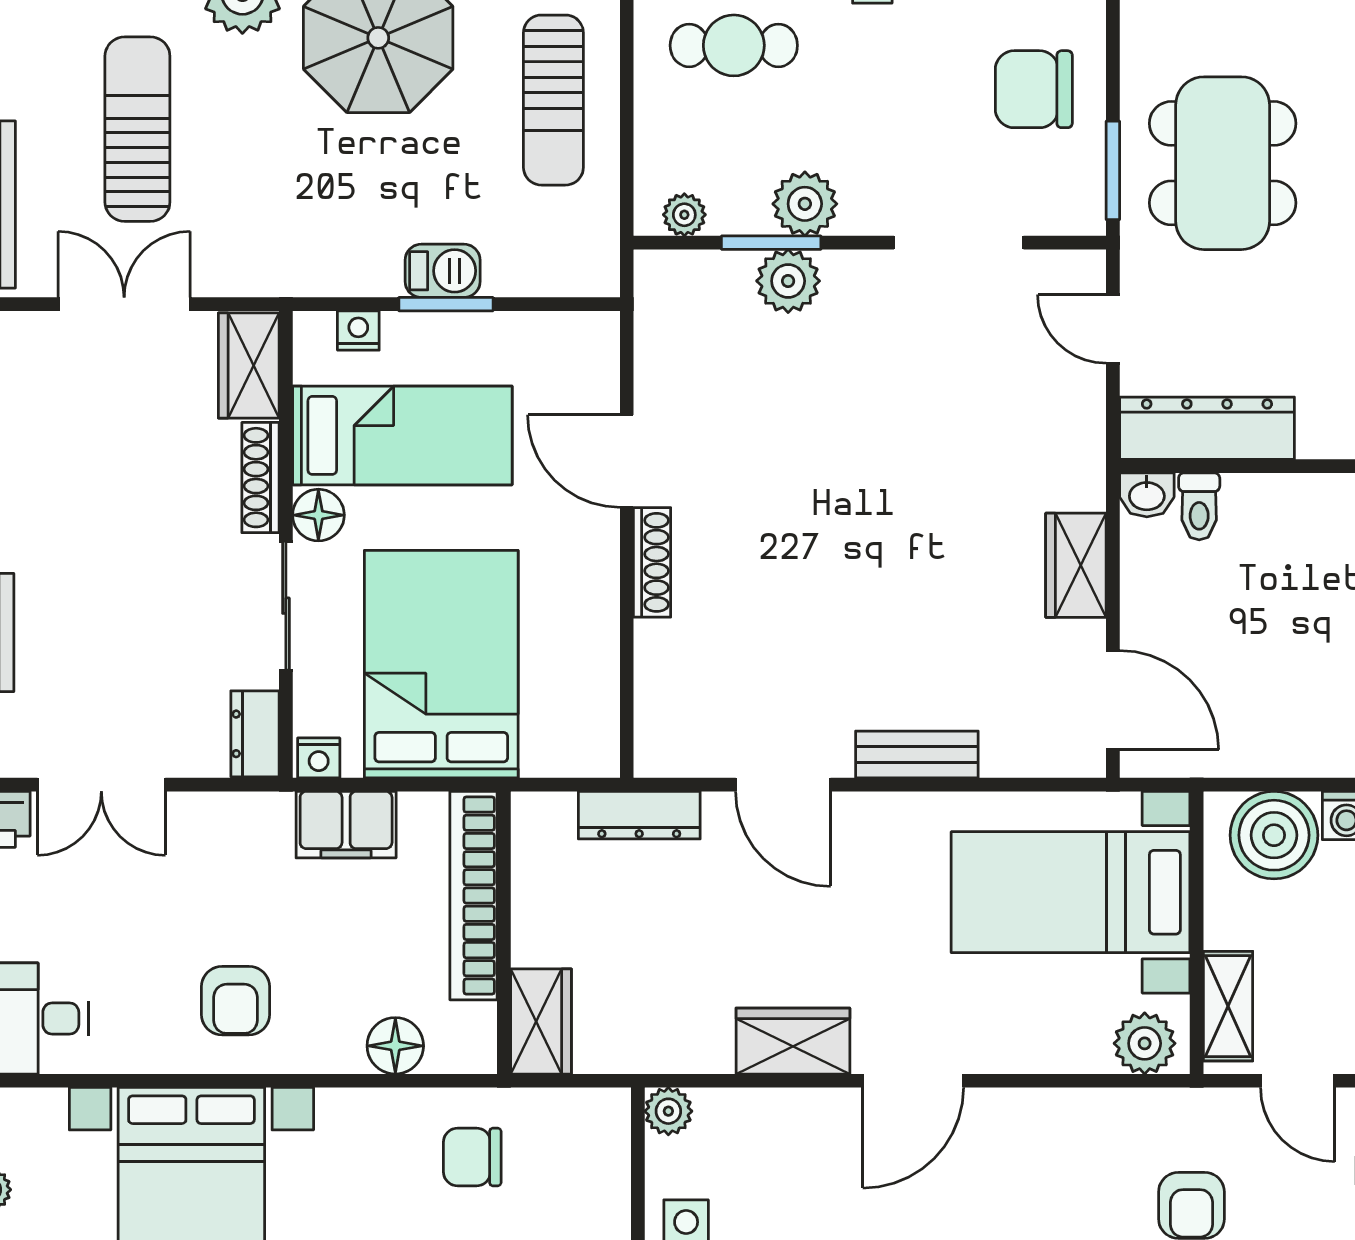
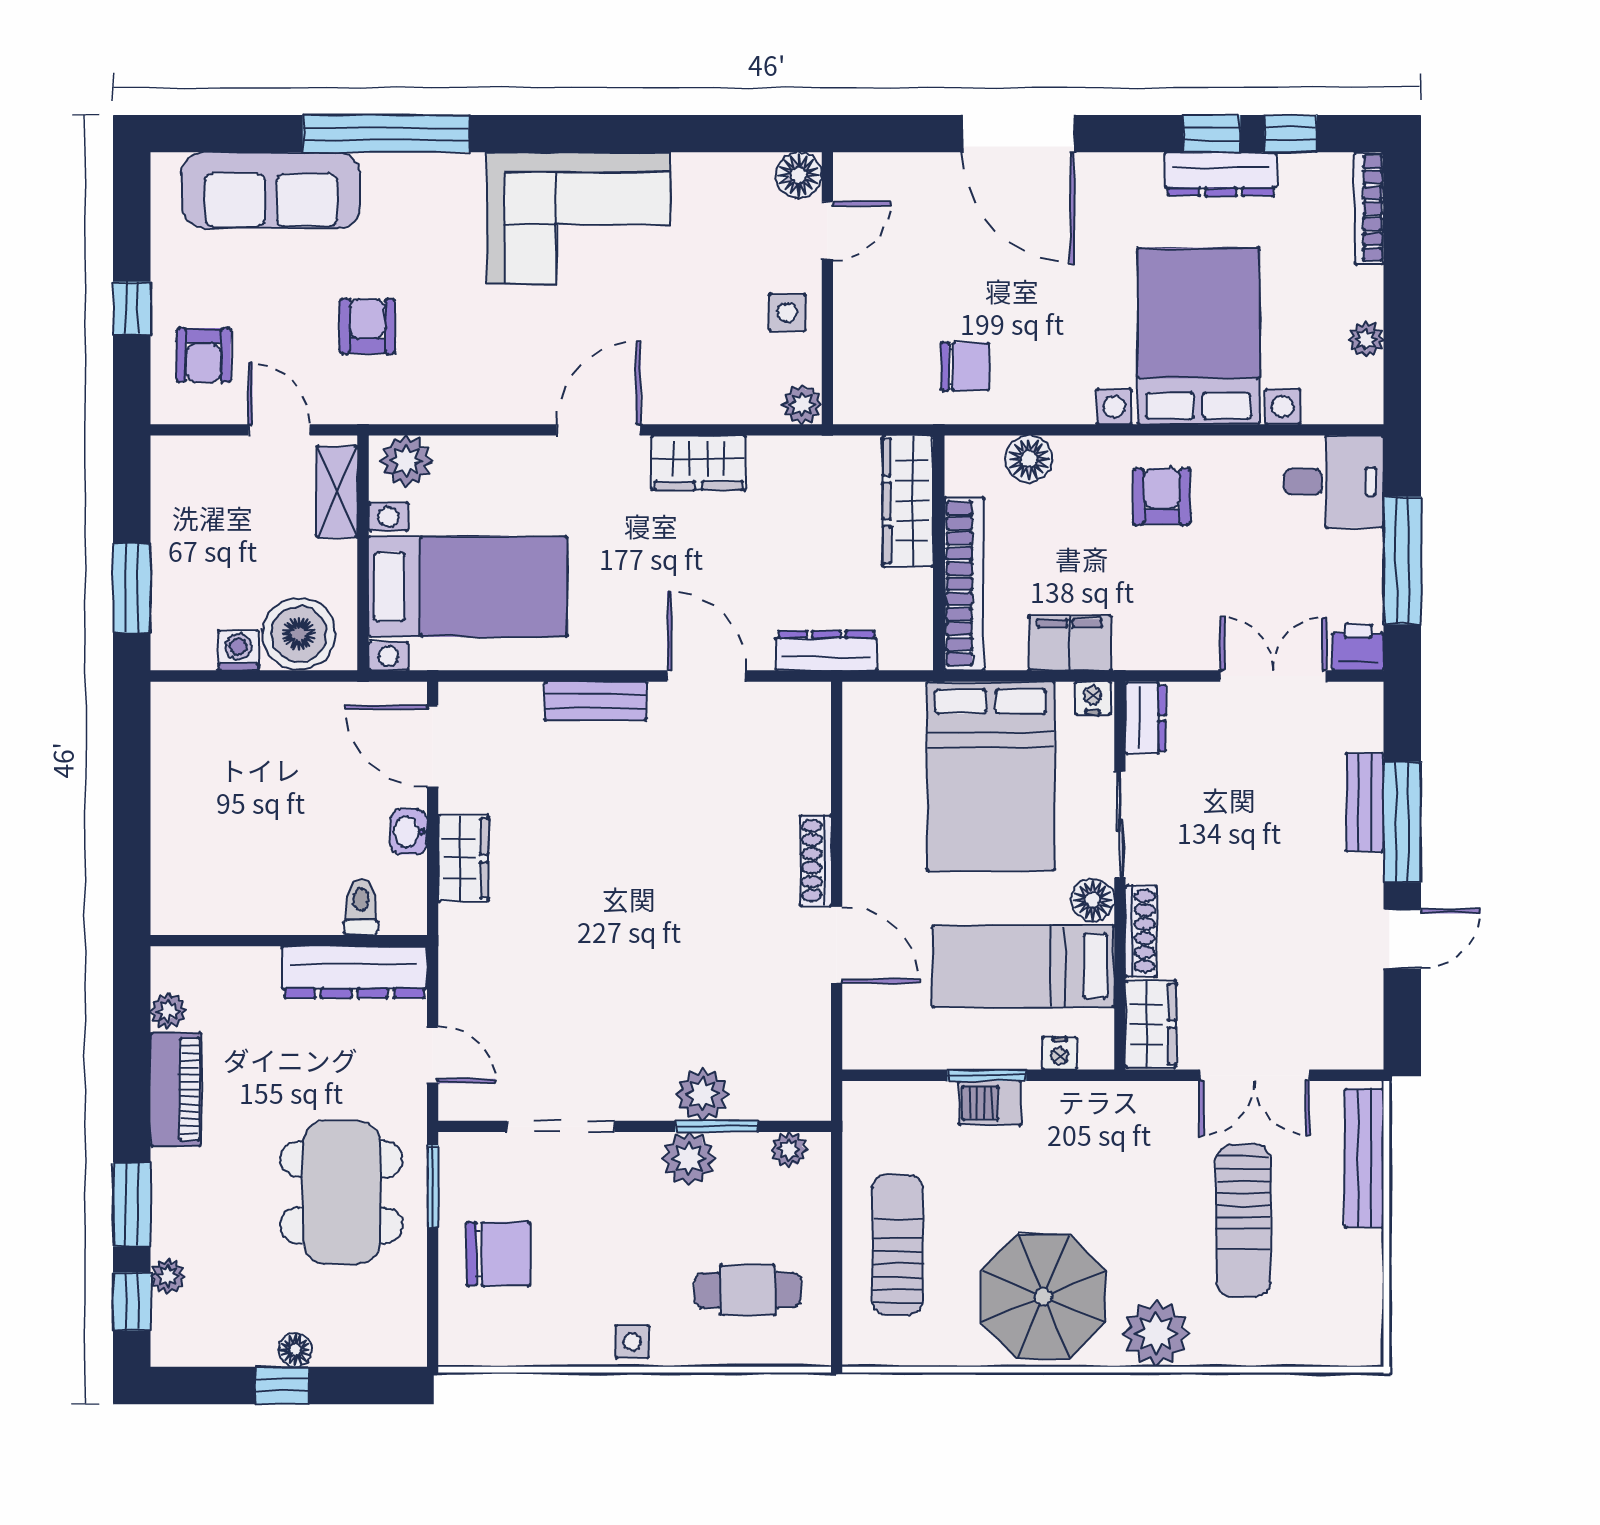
washbasin: (1147, 495) -> (409, 832), moved, turned -90
wardrobe: (541, 1021) -> (908, 501), width x1.50

